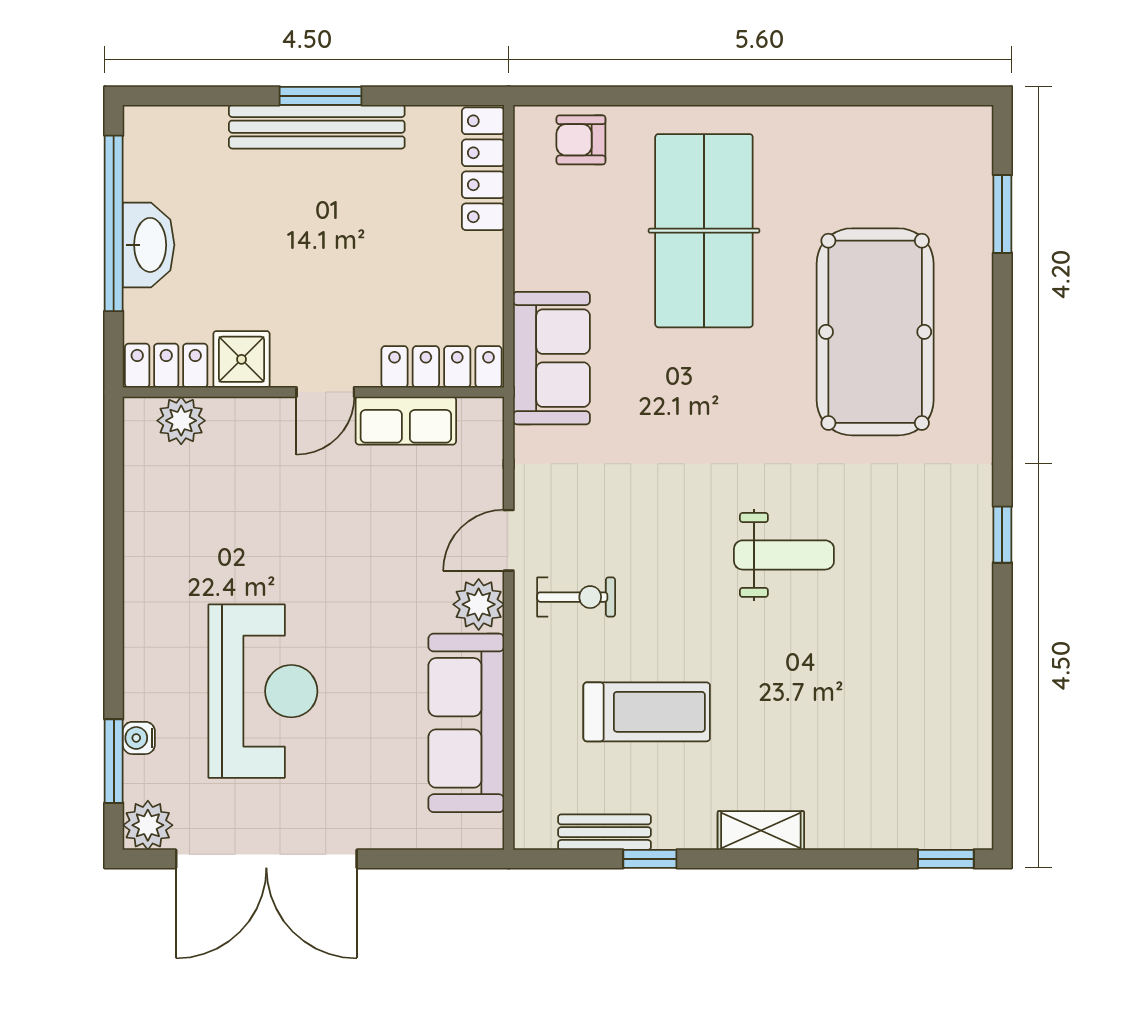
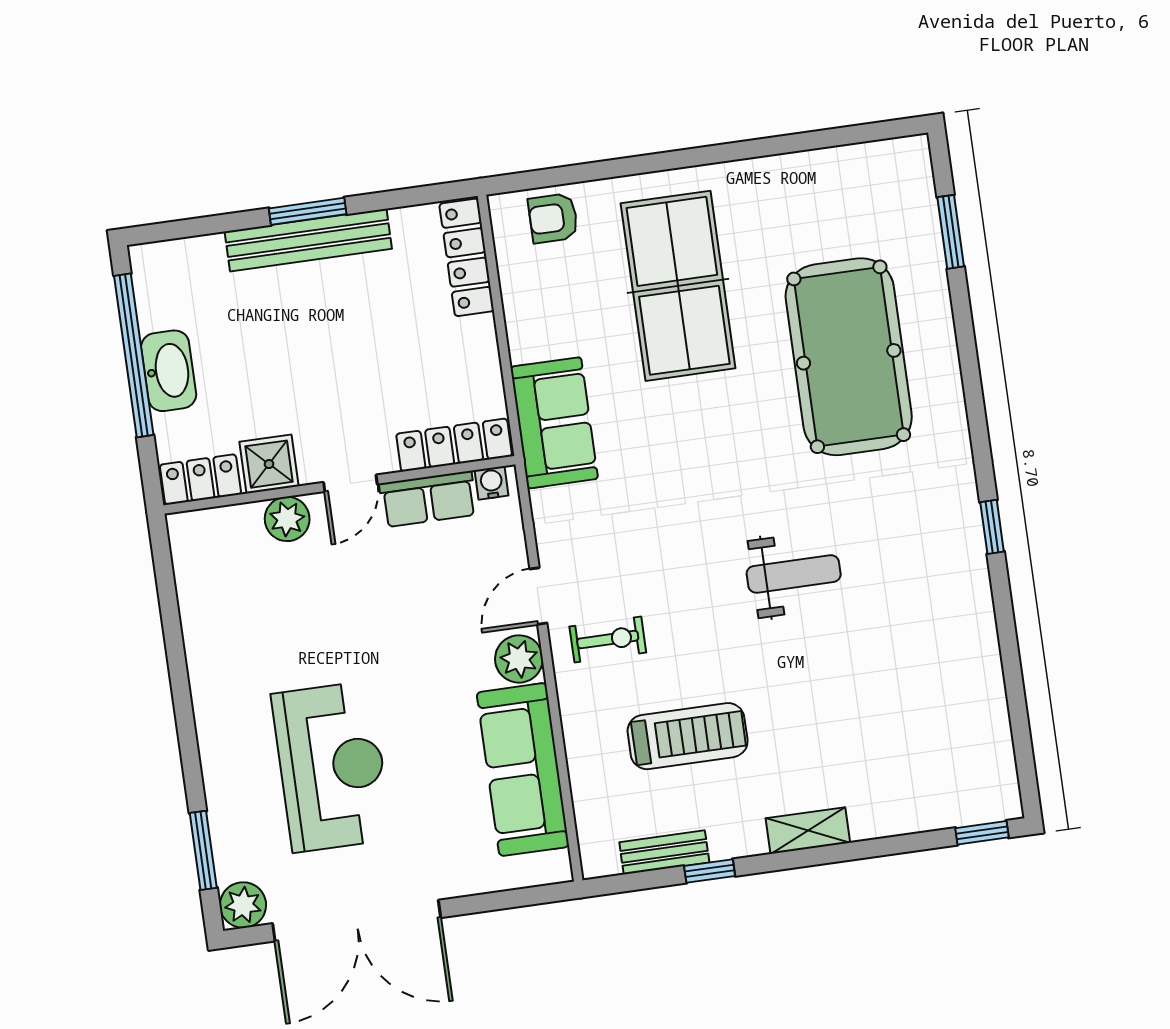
plant: (181, 421) -> (287, 519), moved
water cooler: (139, 738) -> (492, 483), moved, turned 90

